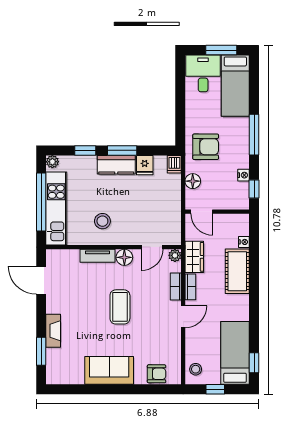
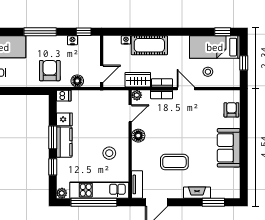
door: (152, 247) -> (130, 113), hinge flipped
tv unit: (97, 256) -> (137, 184), moved
coffee table: (120, 307) -> (174, 162), moved
stool: (196, 369) -> (208, 72), moved

